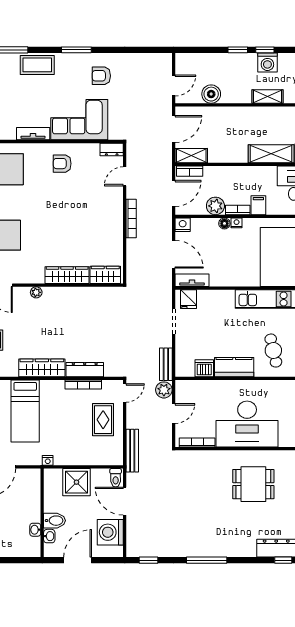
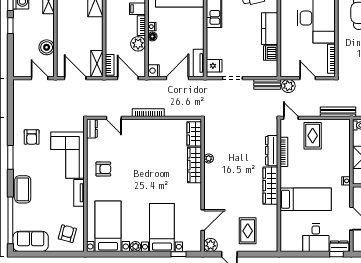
armchair: (62, 164) -> (103, 169), turned -90
plant: (36, 292) -> (209, 158), moved
rug: (103, 420) -> (313, 136), turned 90

